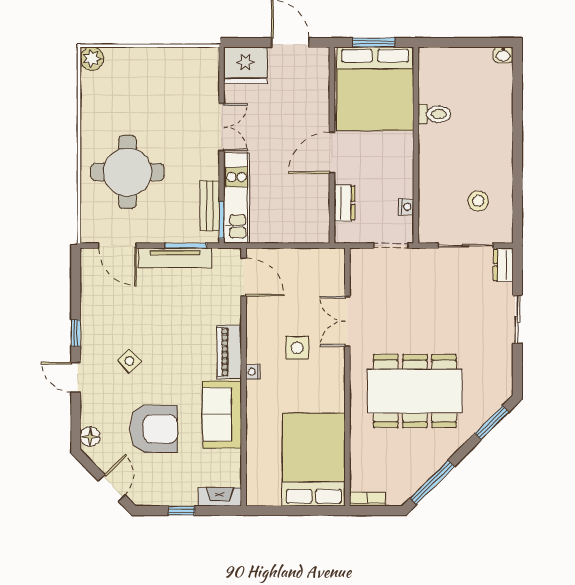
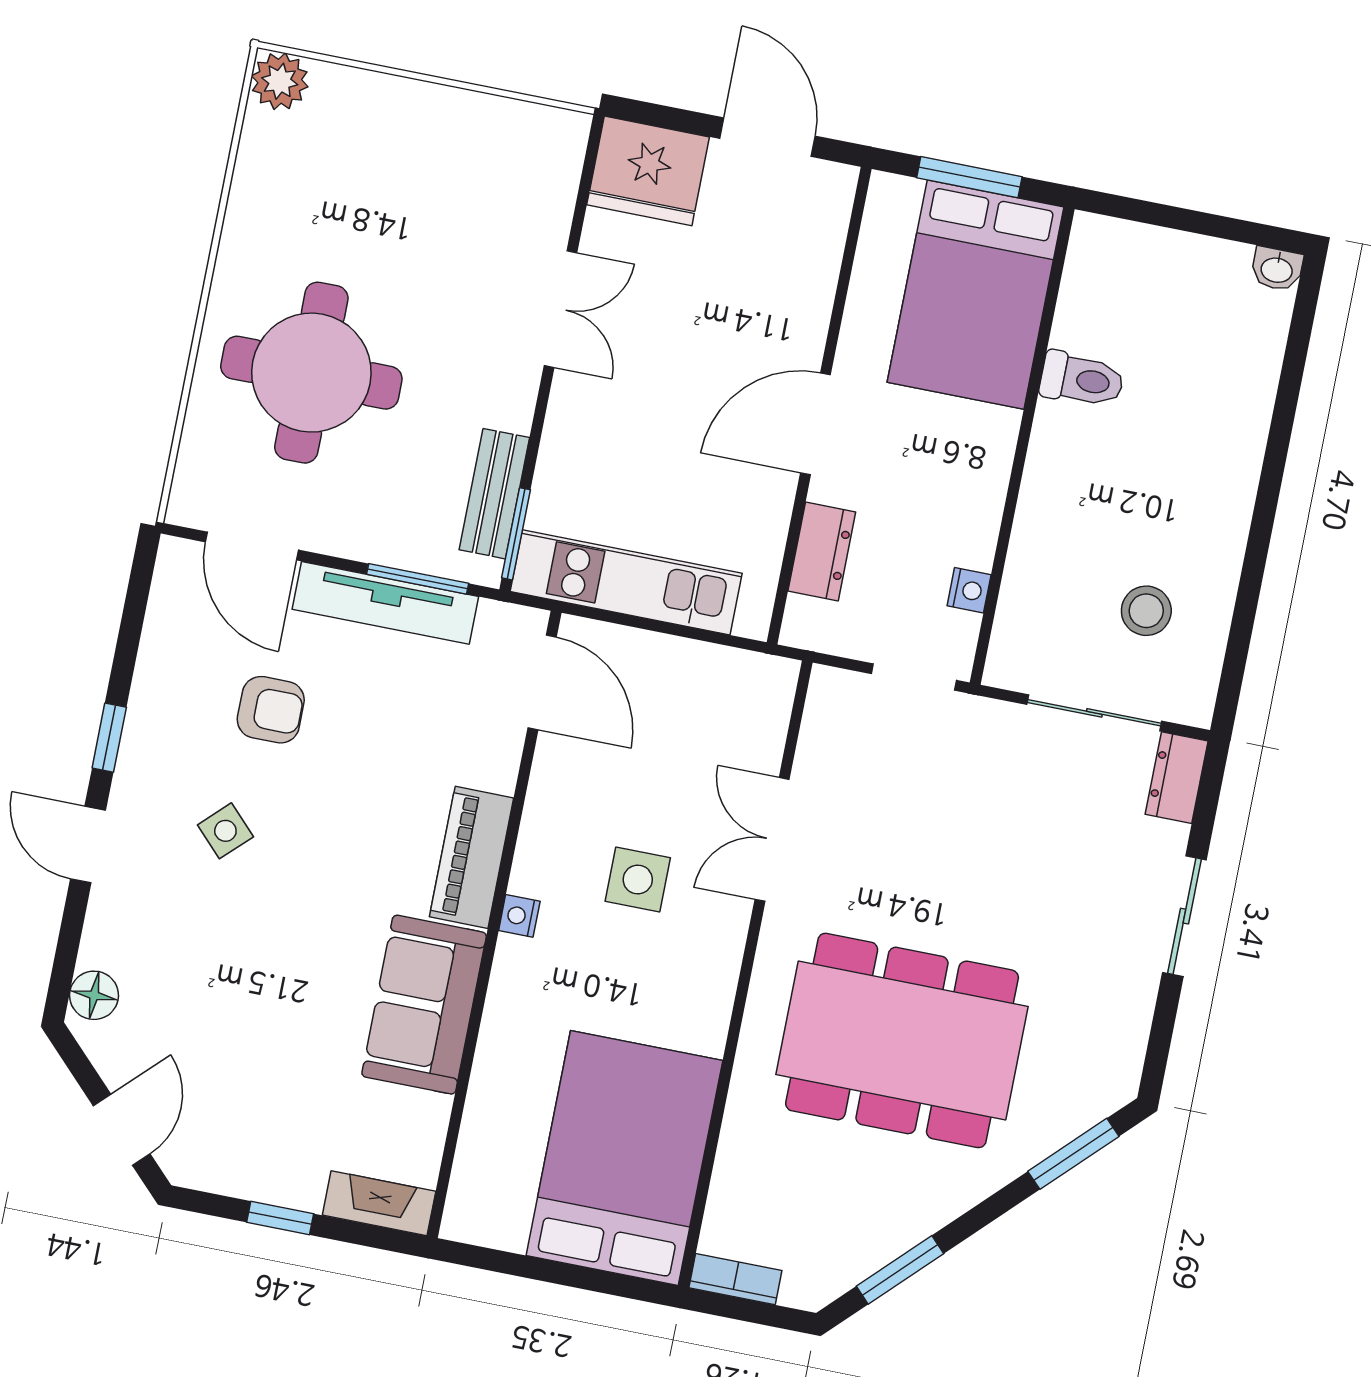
bed: (375, 89) -> (976, 295), width x0.73
kitchen unit: (236, 198) -> (626, 582), moved, turned -90
armchair: (154, 429) -> (271, 710), moved, width x0.53, depth x0.53
window: (432, 482) -> (900, 1270), width x0.69

